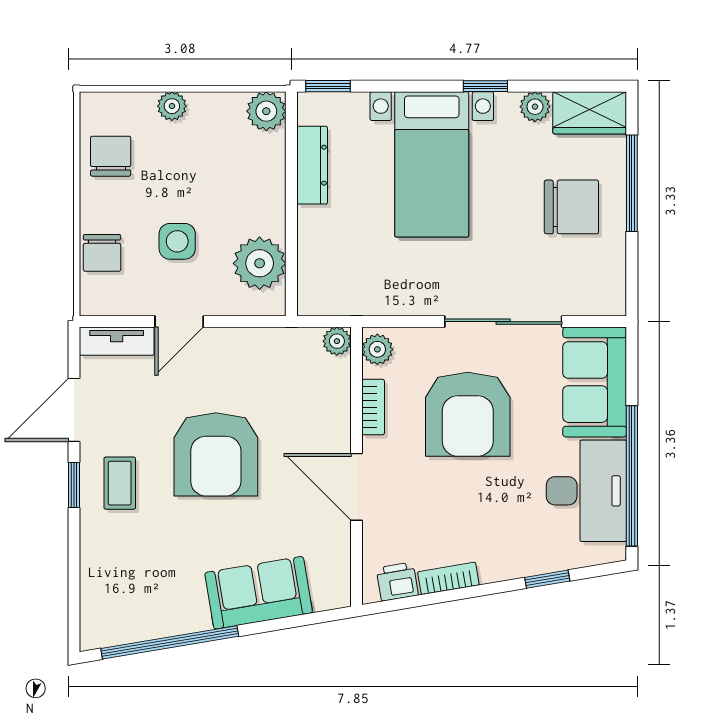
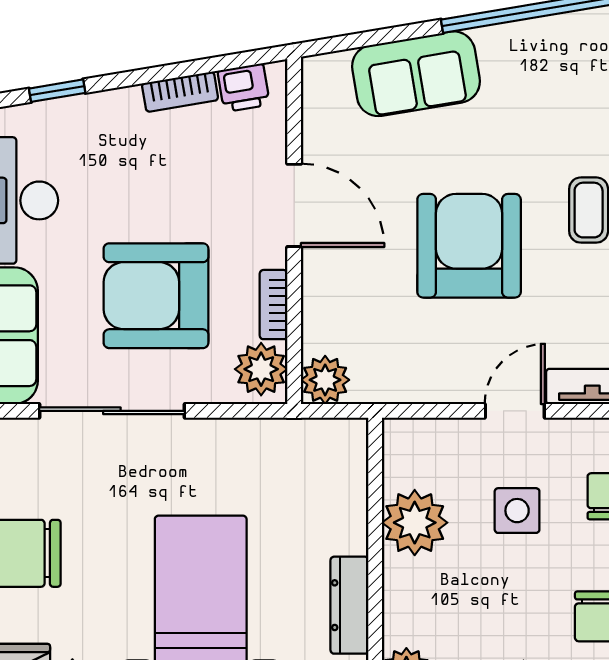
plant: (260, 263) -> (415, 523), moved
plant: (337, 341) -> (325, 380), width x1.38, depth x1.38
plant: (377, 349) -> (261, 369), width x1.38, depth x1.38
armchair: (468, 414) -> (156, 296), turned -90

